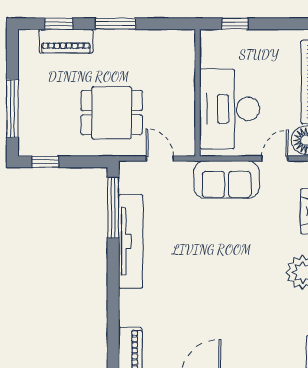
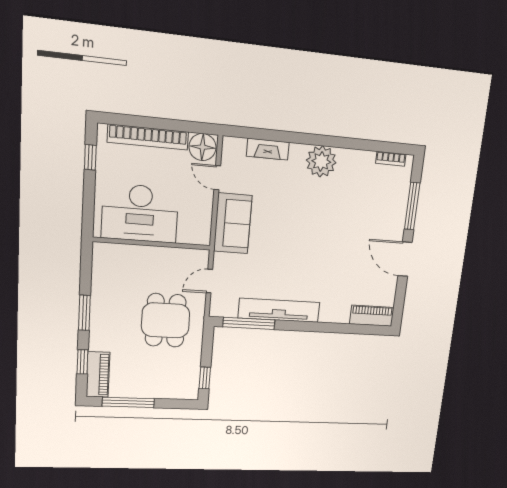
window: (235, 24) -> (90, 157), moved
piano: (66, 41) -> (98, 374), moved
window: (12, 109) -> (128, 402), moved
desk: (230, 109) -> (140, 213), moved

